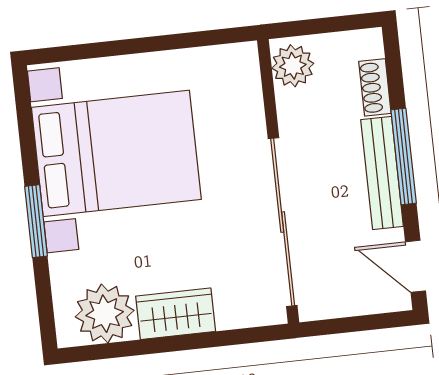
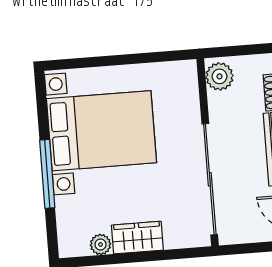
window: (36, 221) -> (47, 174), width x1.44
plant: (105, 314) -> (100, 244), width x0.53, depth x0.53

